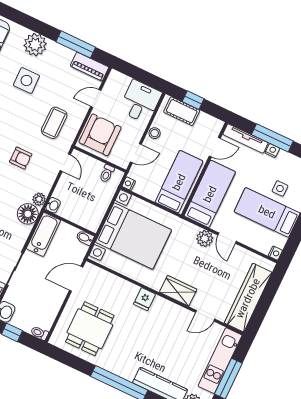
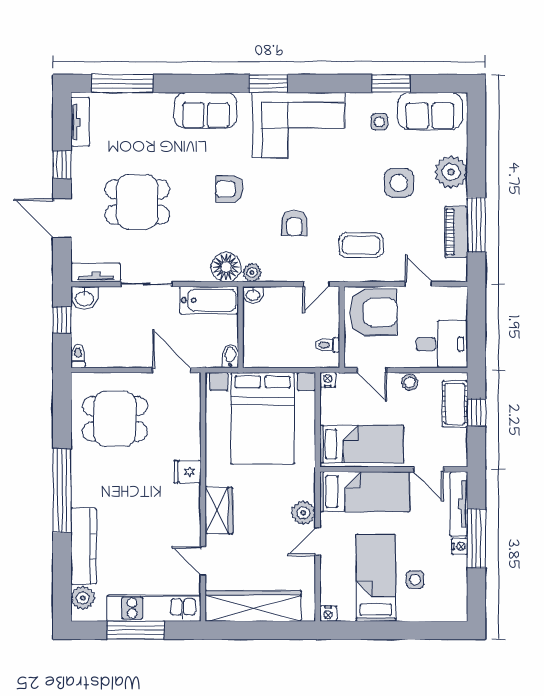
piano: (90, 67) -> (456, 232), moved

